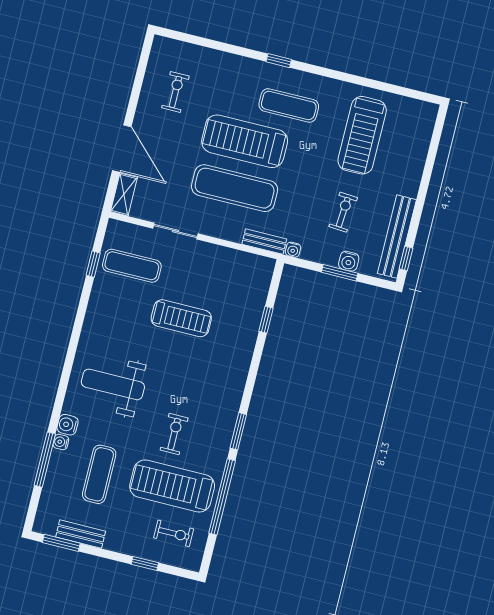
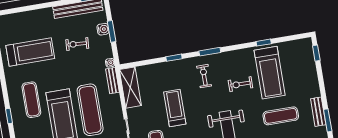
shelving: (242, 264) -> (130, 88), added
window: (266, 320) -> (174, 58), moved
window: (238, 431) -> (210, 52), moved
window: (222, 497) -> (264, 43), width x0.32
exercise bike: (174, 533) -> (204, 76), moved
window: (145, 564) -> (316, 53), moved

